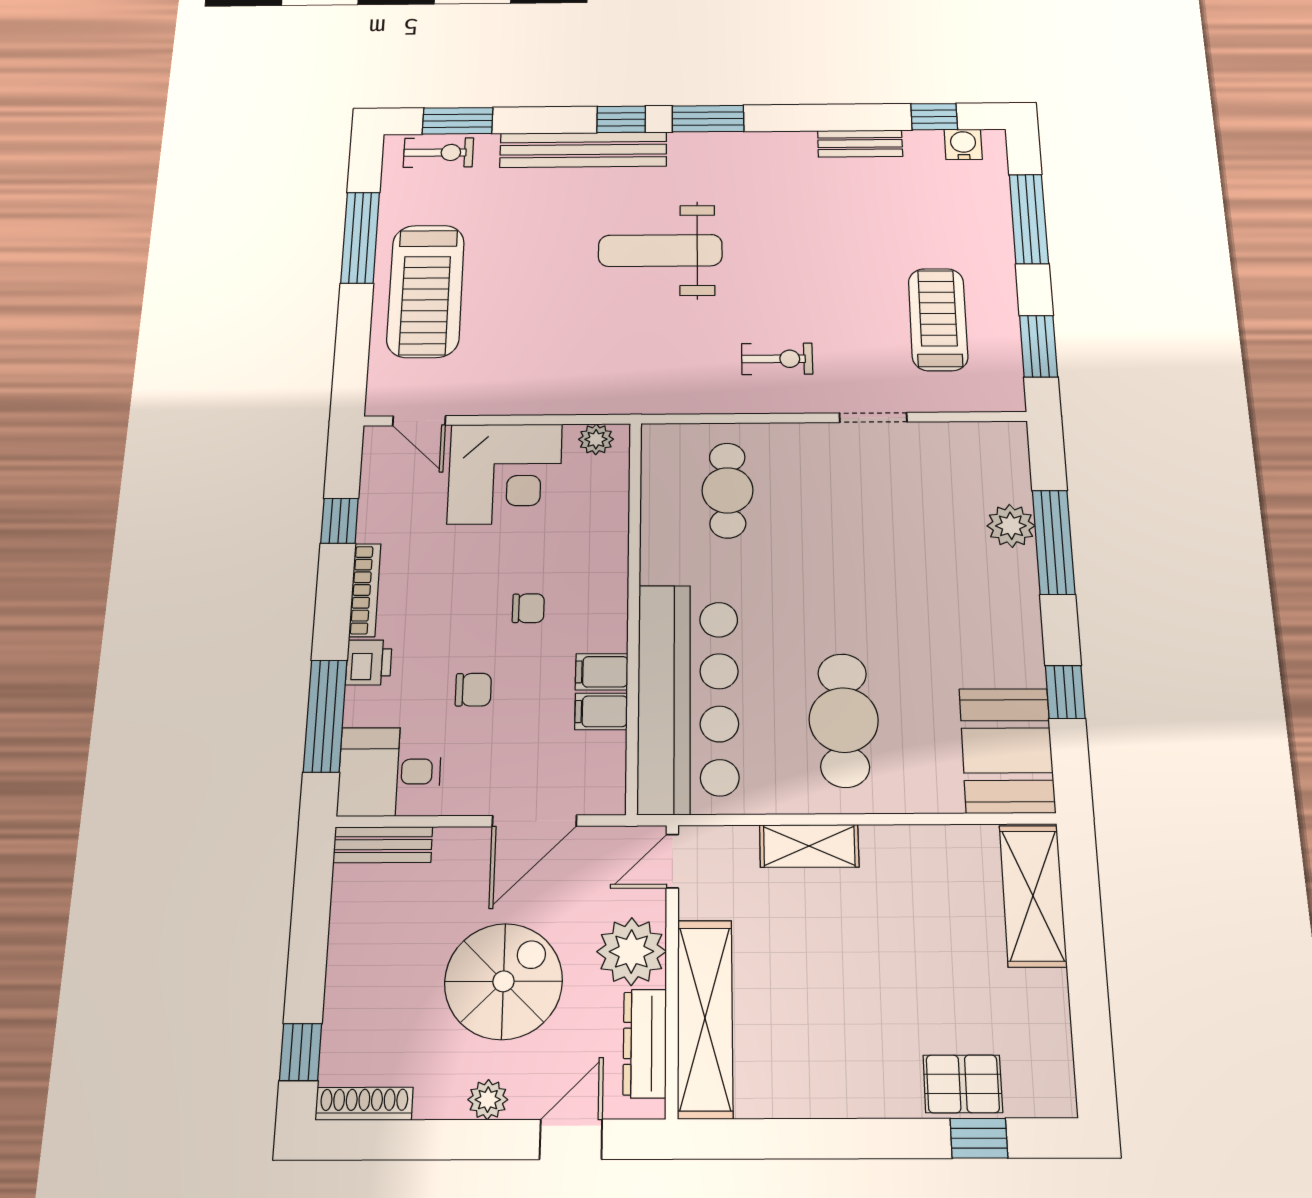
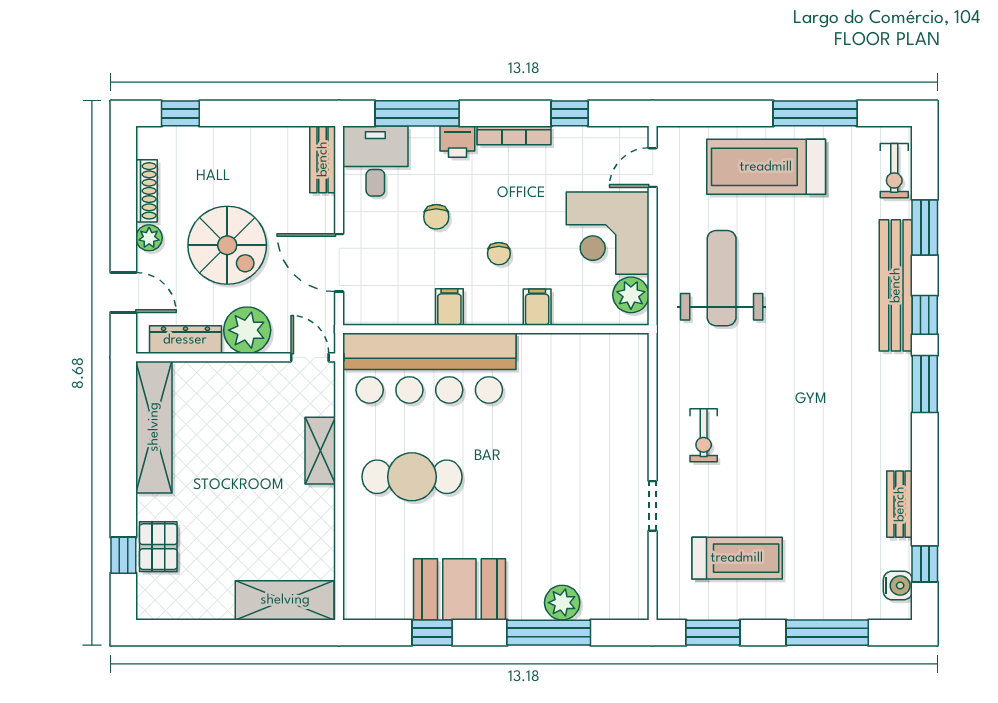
window: (458, 121) -> (925, 227), moved
weight bench: (660, 250) -> (722, 278), moved
plant: (596, 439) -> (631, 295), width x1.38, depth x1.38
cafe table: (728, 490) -> (593, 397), removed
filing cabinet: (601, 711) -> (537, 307), moved
booth: (1007, 750) -> (459, 589), moved
shelving: (705, 1018) -> (154, 427), moved, turned 90
shoe rack: (364, 1104) -> (147, 191), moved

